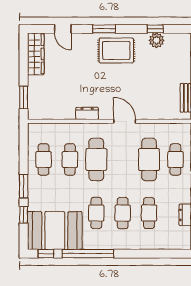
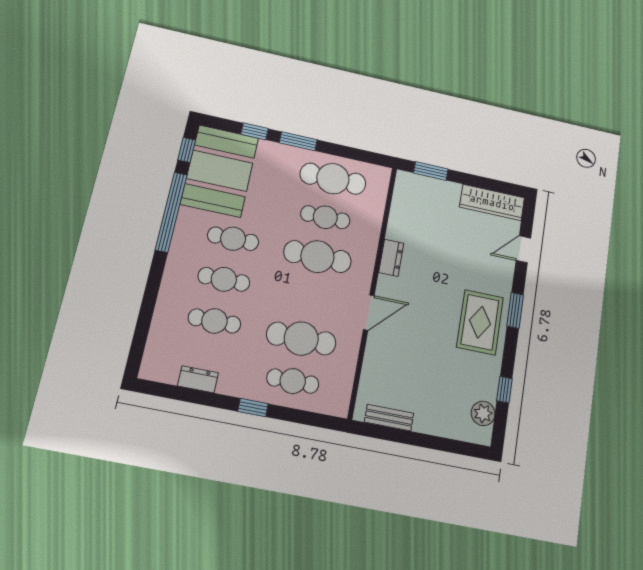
plant: (157, 40) -> (483, 413), moved
cafe table: (44, 159) -> (333, 179), width x1.37, depth x1.35

